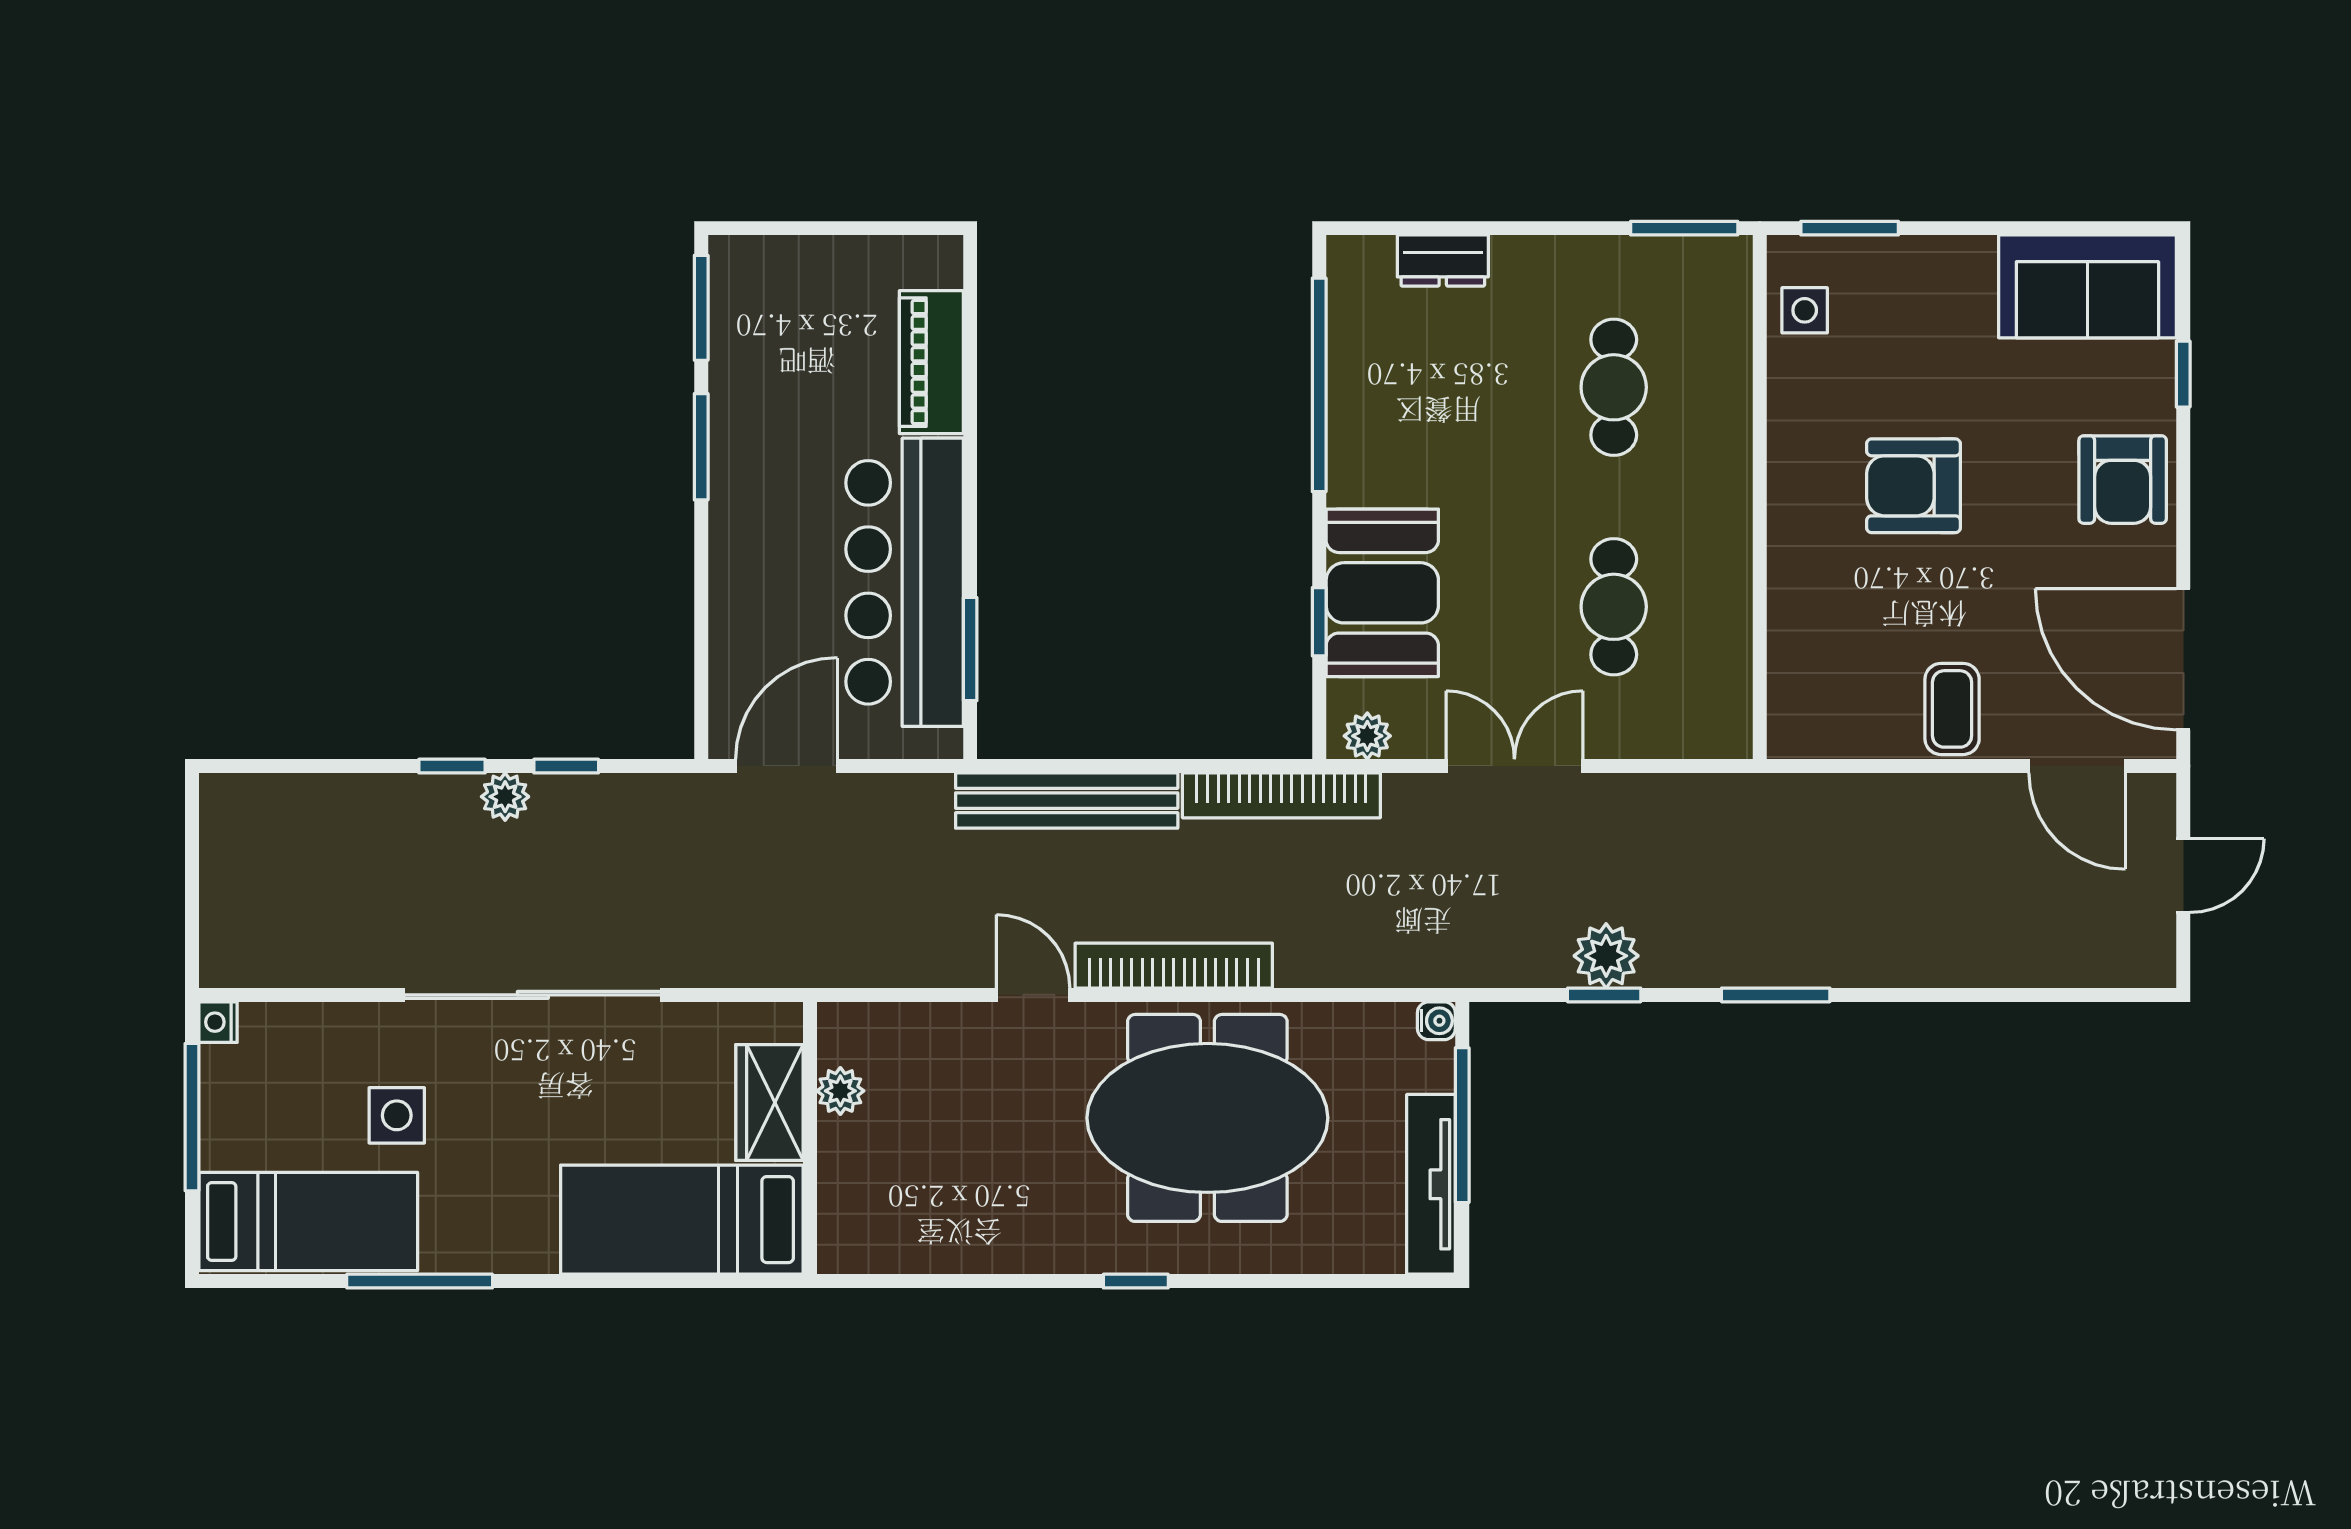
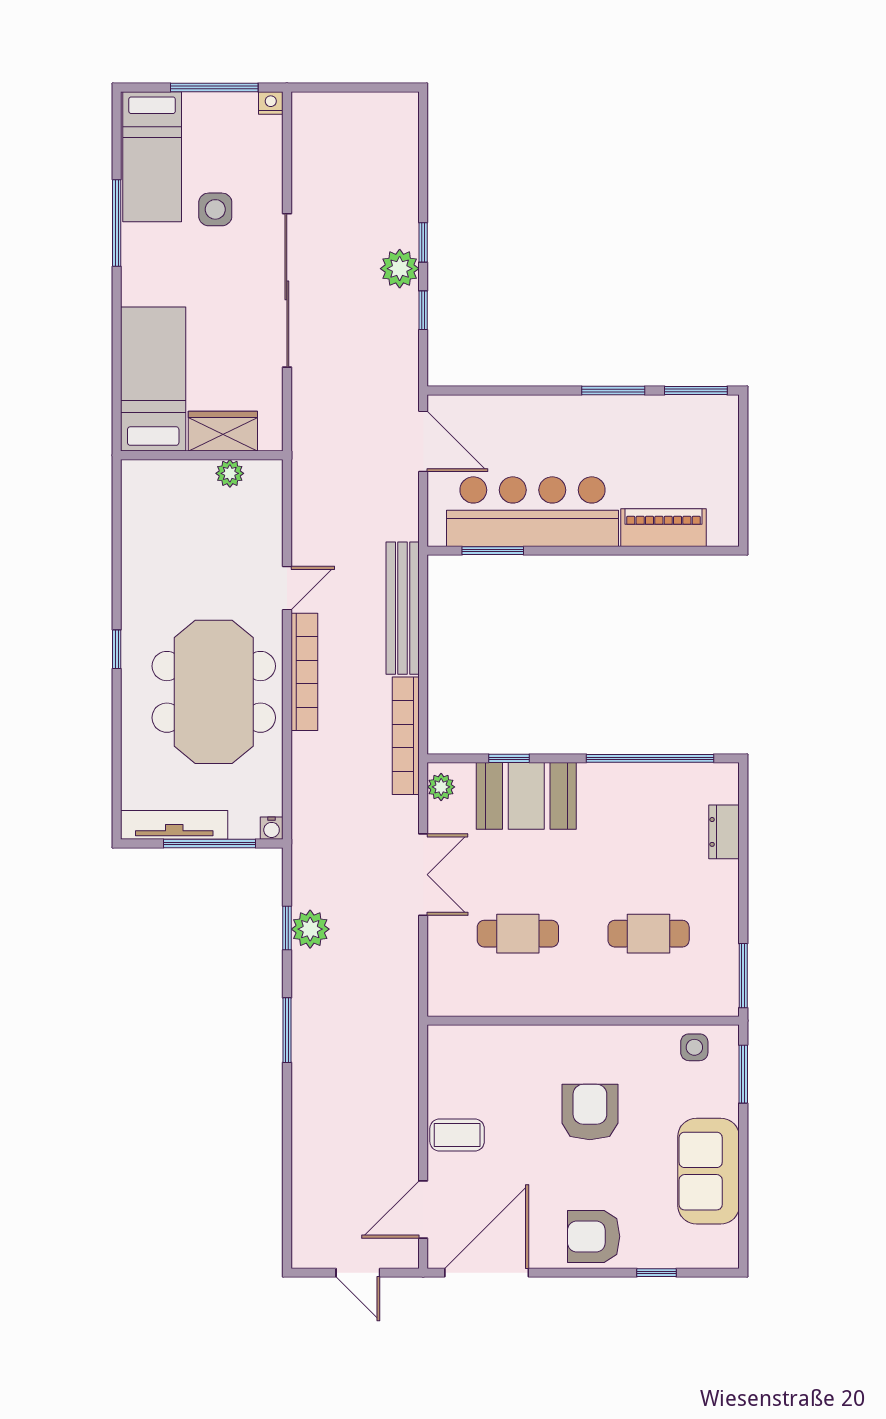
sofa: (2087, 286) -> (709, 1171), moved
plant: (505, 797) -> (400, 269), width x1.38, depth x1.38

